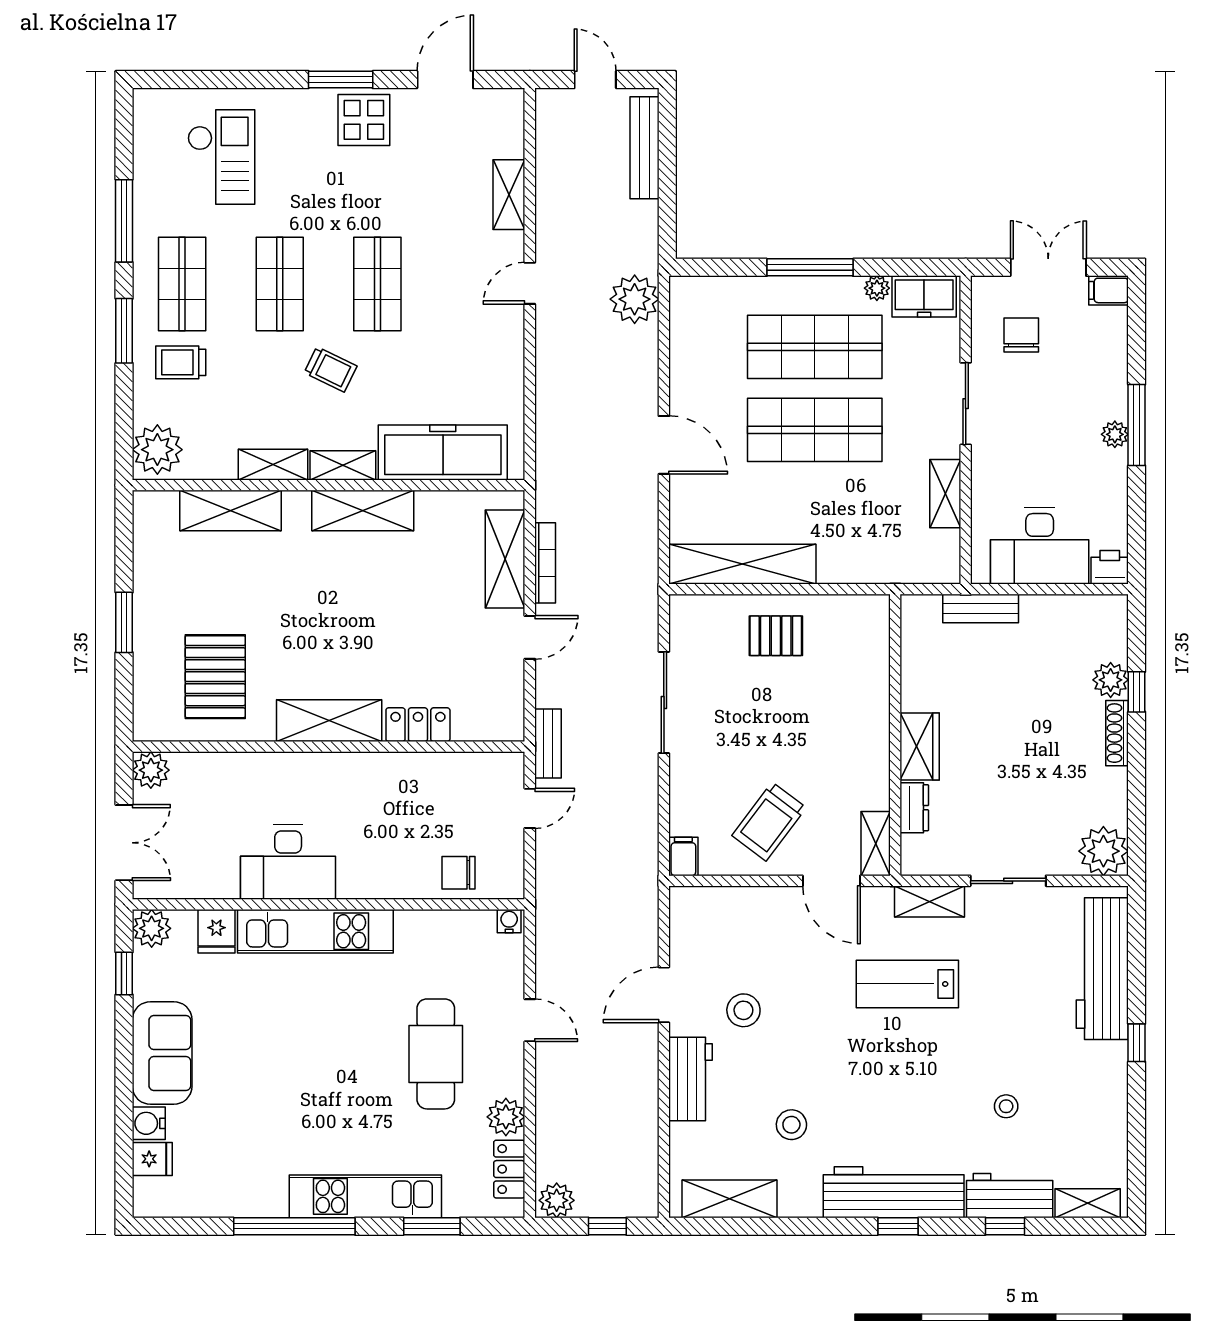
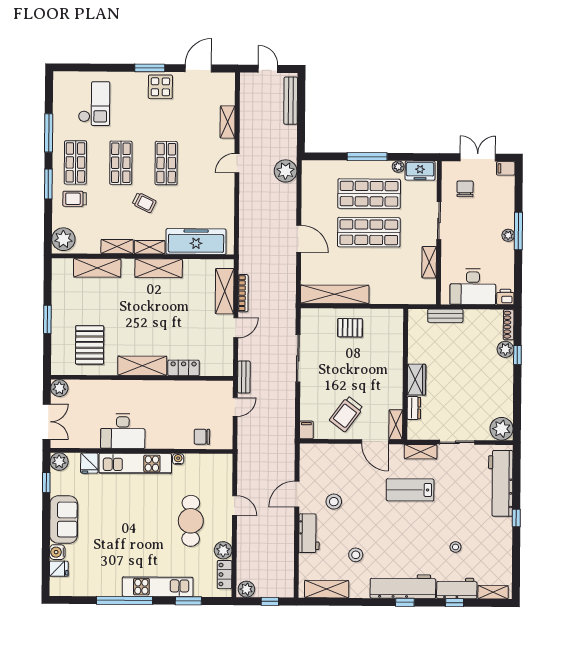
shoe rack: (1117, 733) -> (509, 325), moved
water cooler: (509, 921) -> (178, 459), moved

